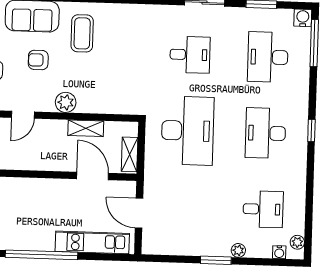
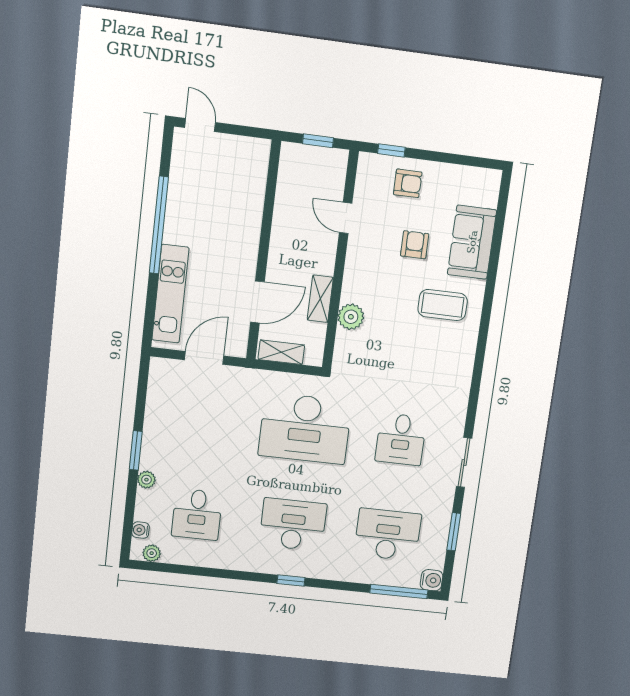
plant: (66, 102) -> (351, 317), moved

